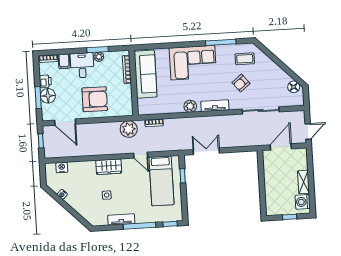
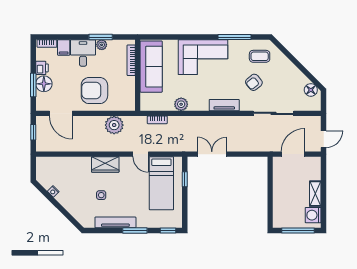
armchair: (95, 99) -> (94, 91), turned 180
plant: (190, 106) -> (181, 104), moved
plant: (129, 129) -> (114, 125), moved
nightstand: (62, 167) -> (54, 162), removed
window: (290, 217) -> (298, 230), width x2.17
tv unit: (121, 219) -> (115, 222), width x1.41
window: (140, 226) -> (135, 230), width x0.69

